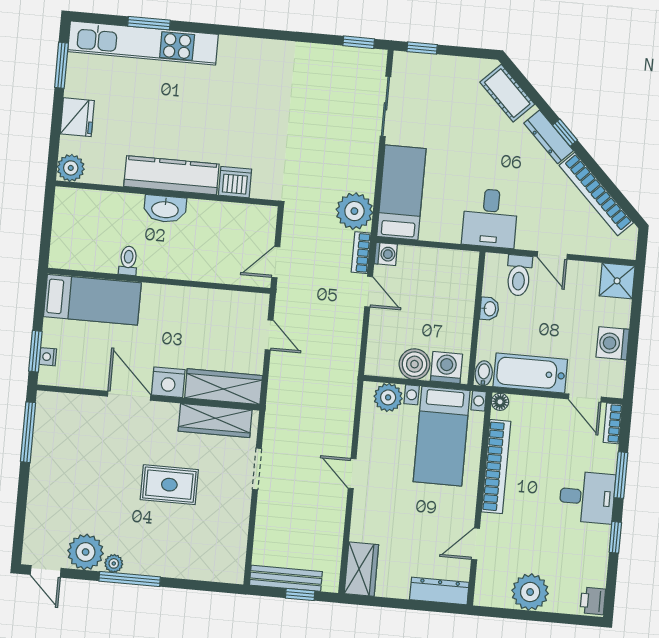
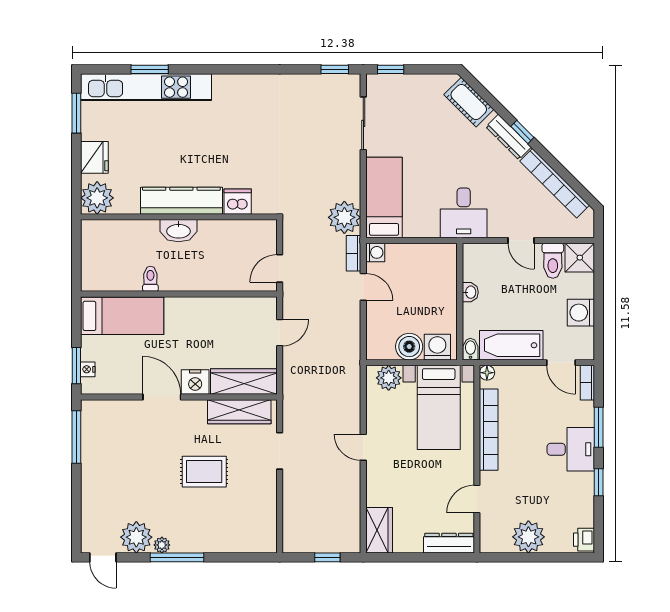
plant: (71, 168) -> (97, 198), width x1.36, depth x1.36
toilet: (519, 275) -> (553, 261), moved
door: (269, 335) -> (280, 333), hinge flipped
bench: (286, 578) -> (314, 544), removed

